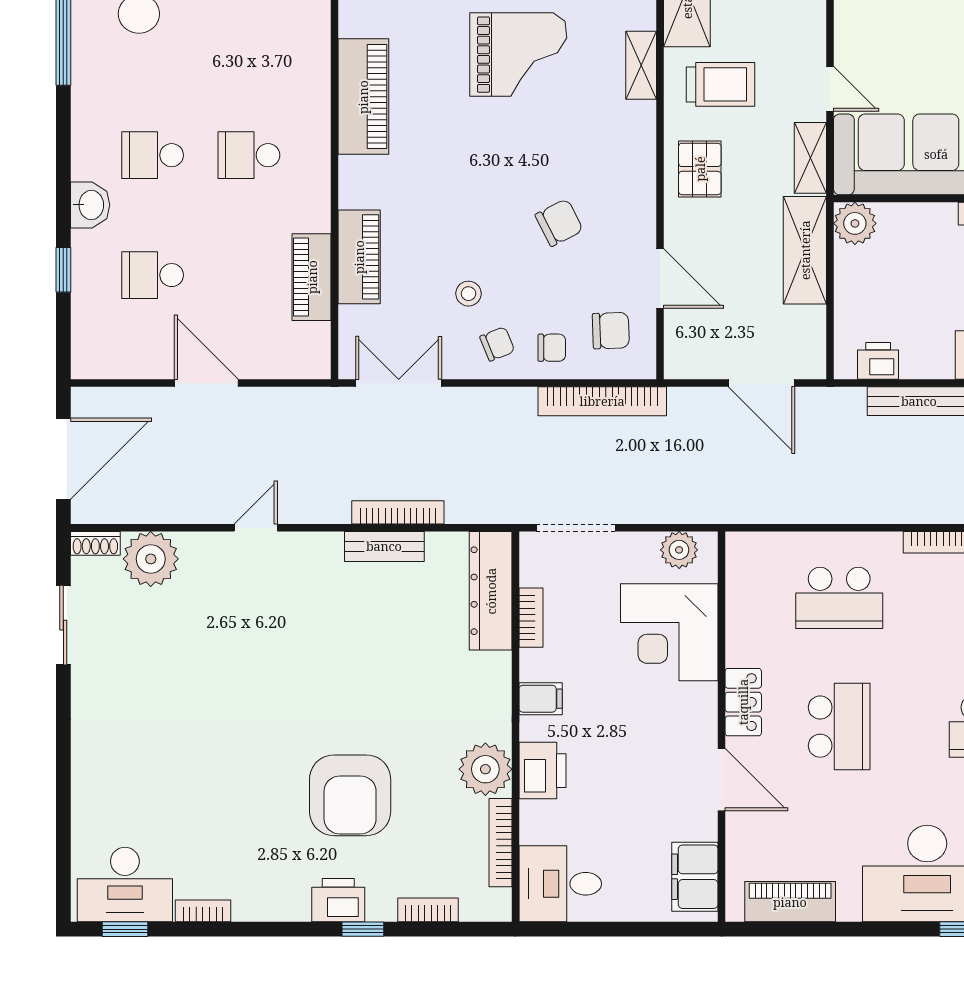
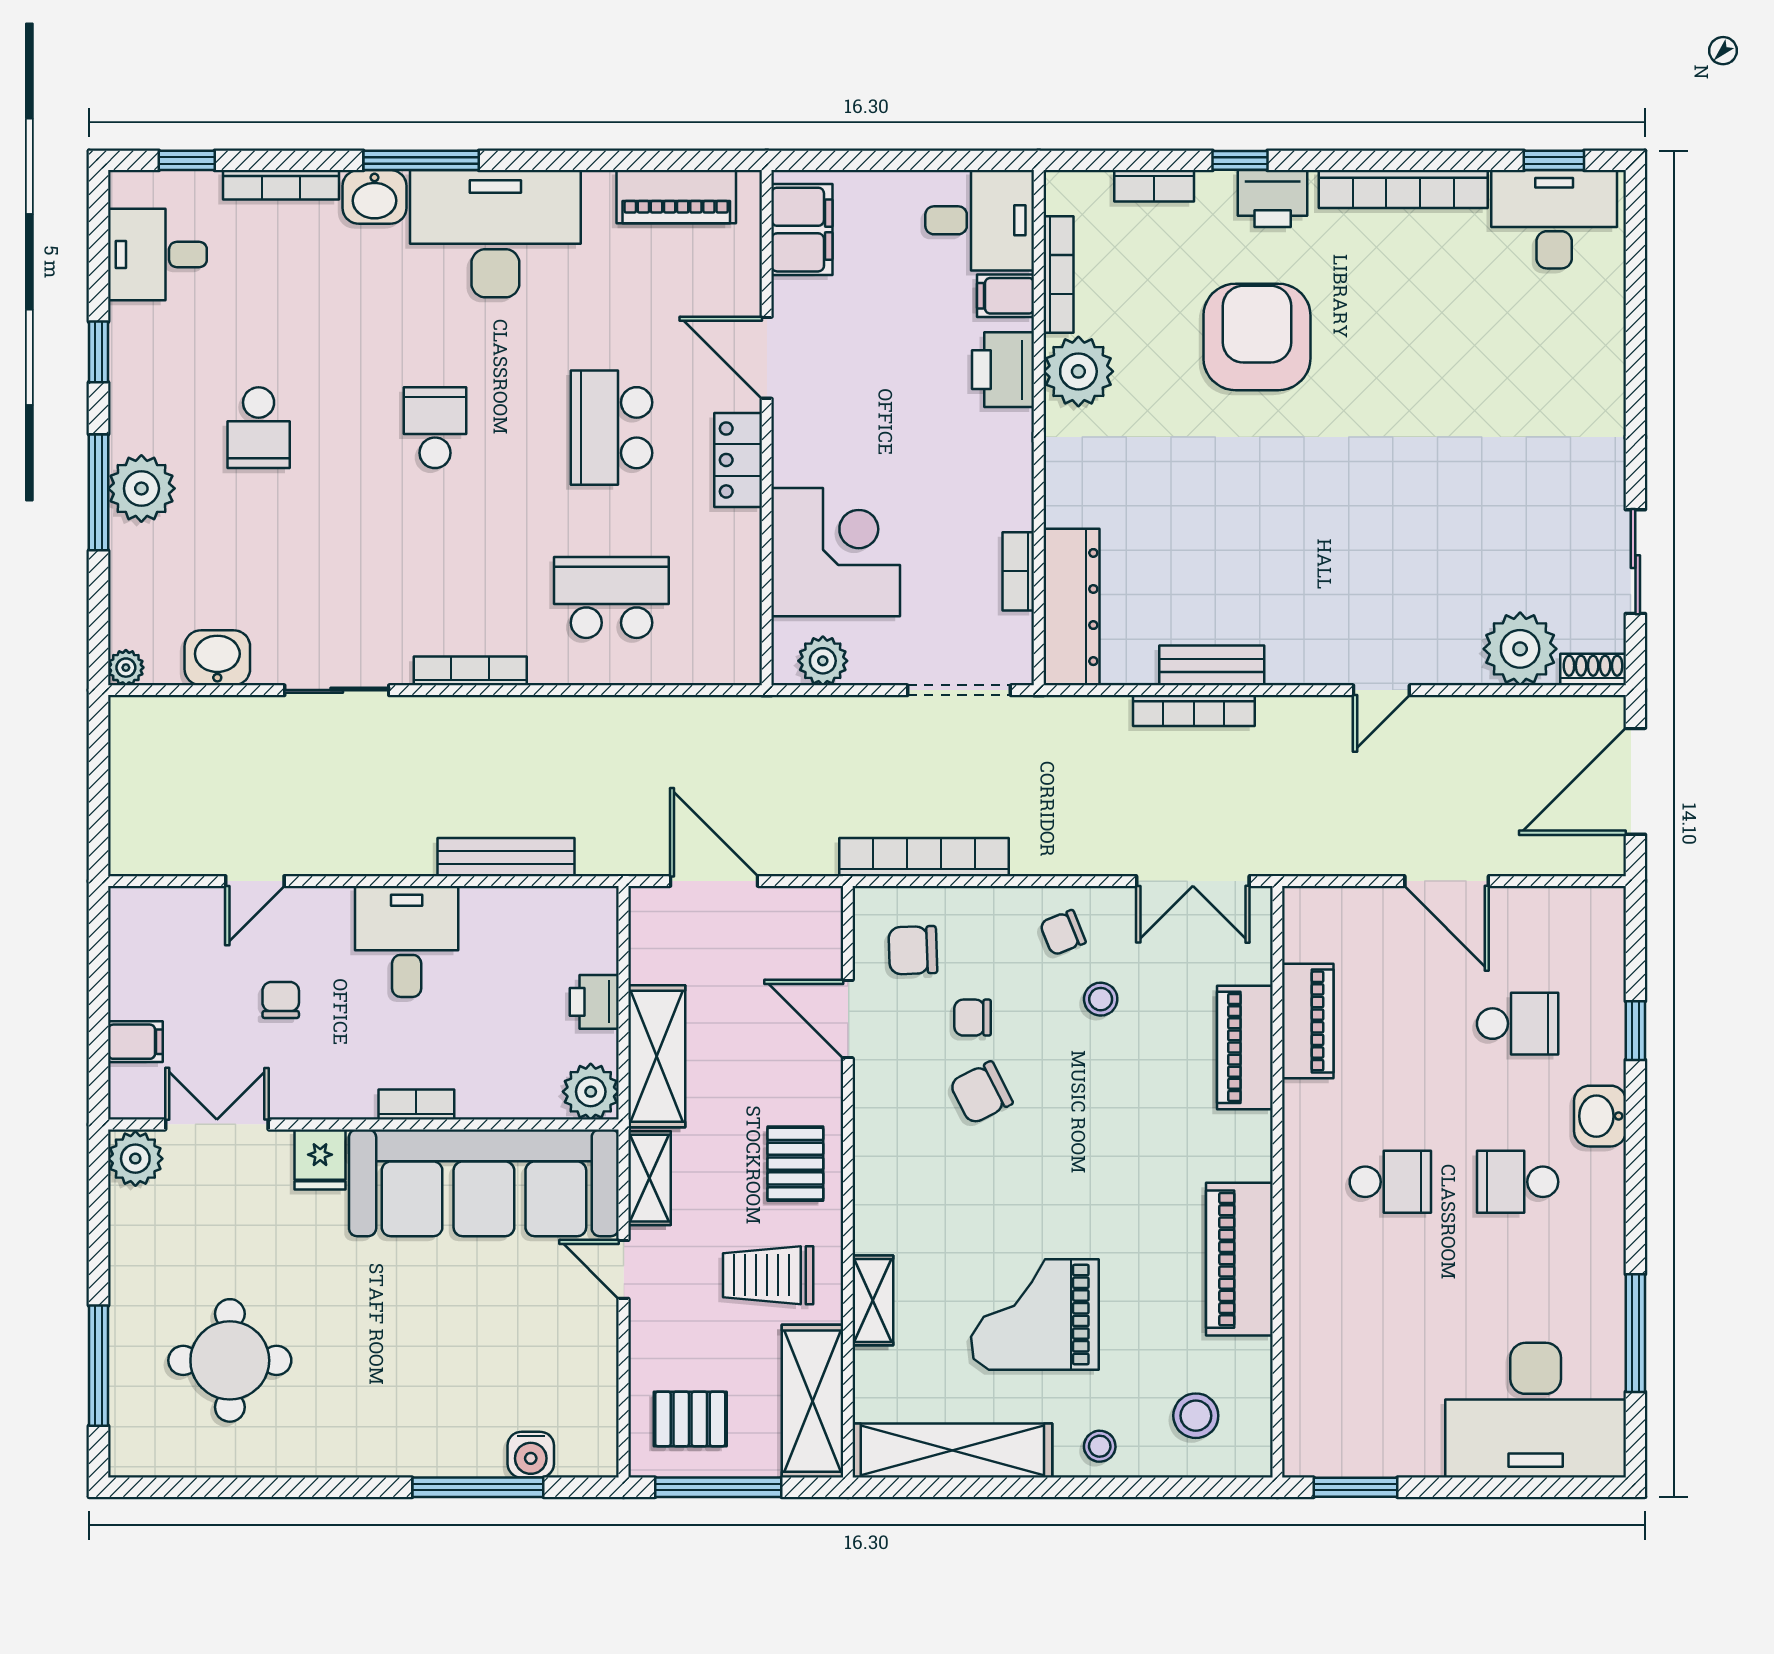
school desk: (153, 155) -> (1518, 1182), turned 180
chair: (552, 348) -> (973, 1018), moved
printer: (878, 361) -> (594, 1002), moved, turned 90
filing cabinet: (541, 699) -> (1006, 296), moved
bookcase: (203, 911) -> (1403, 189), width x2.31, depth x1.31

